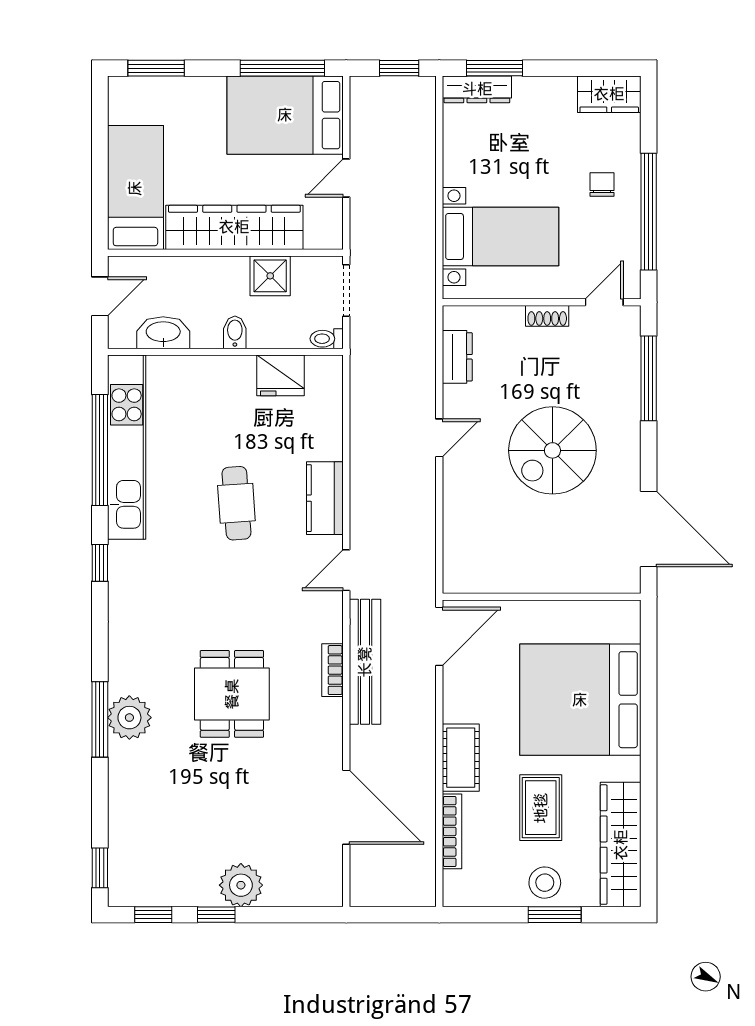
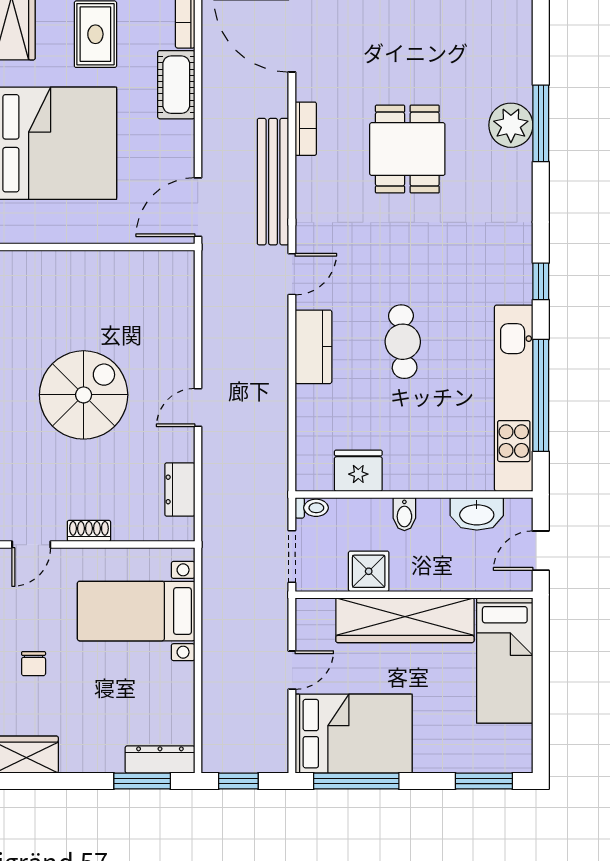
bookcase: (333, 670) -> (306, 129), moved

